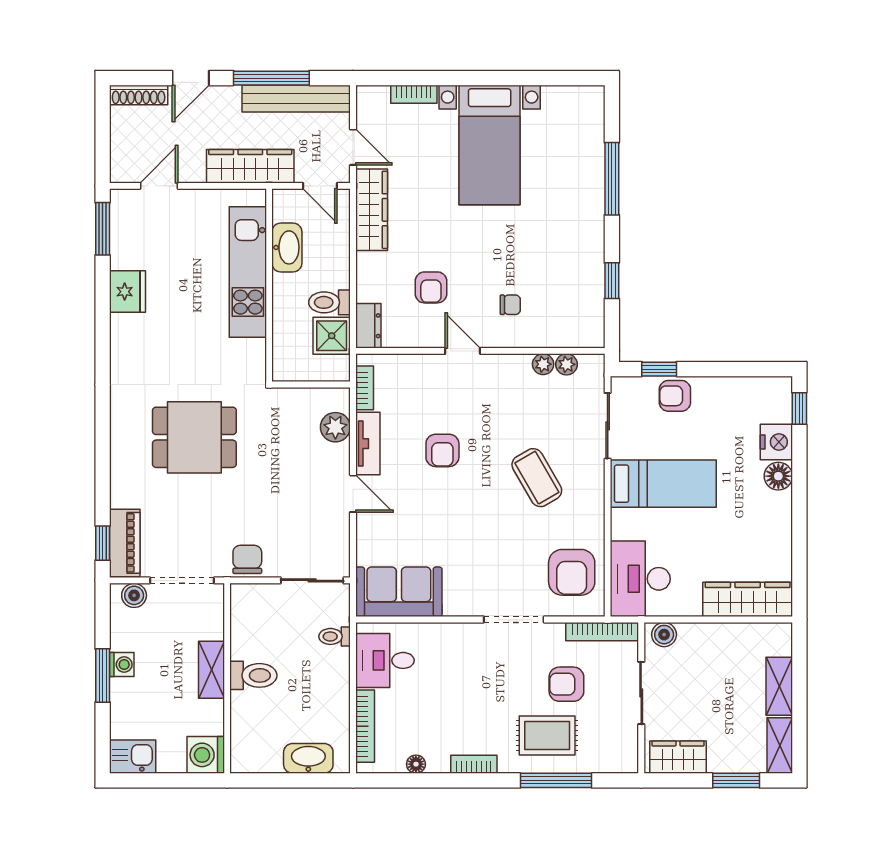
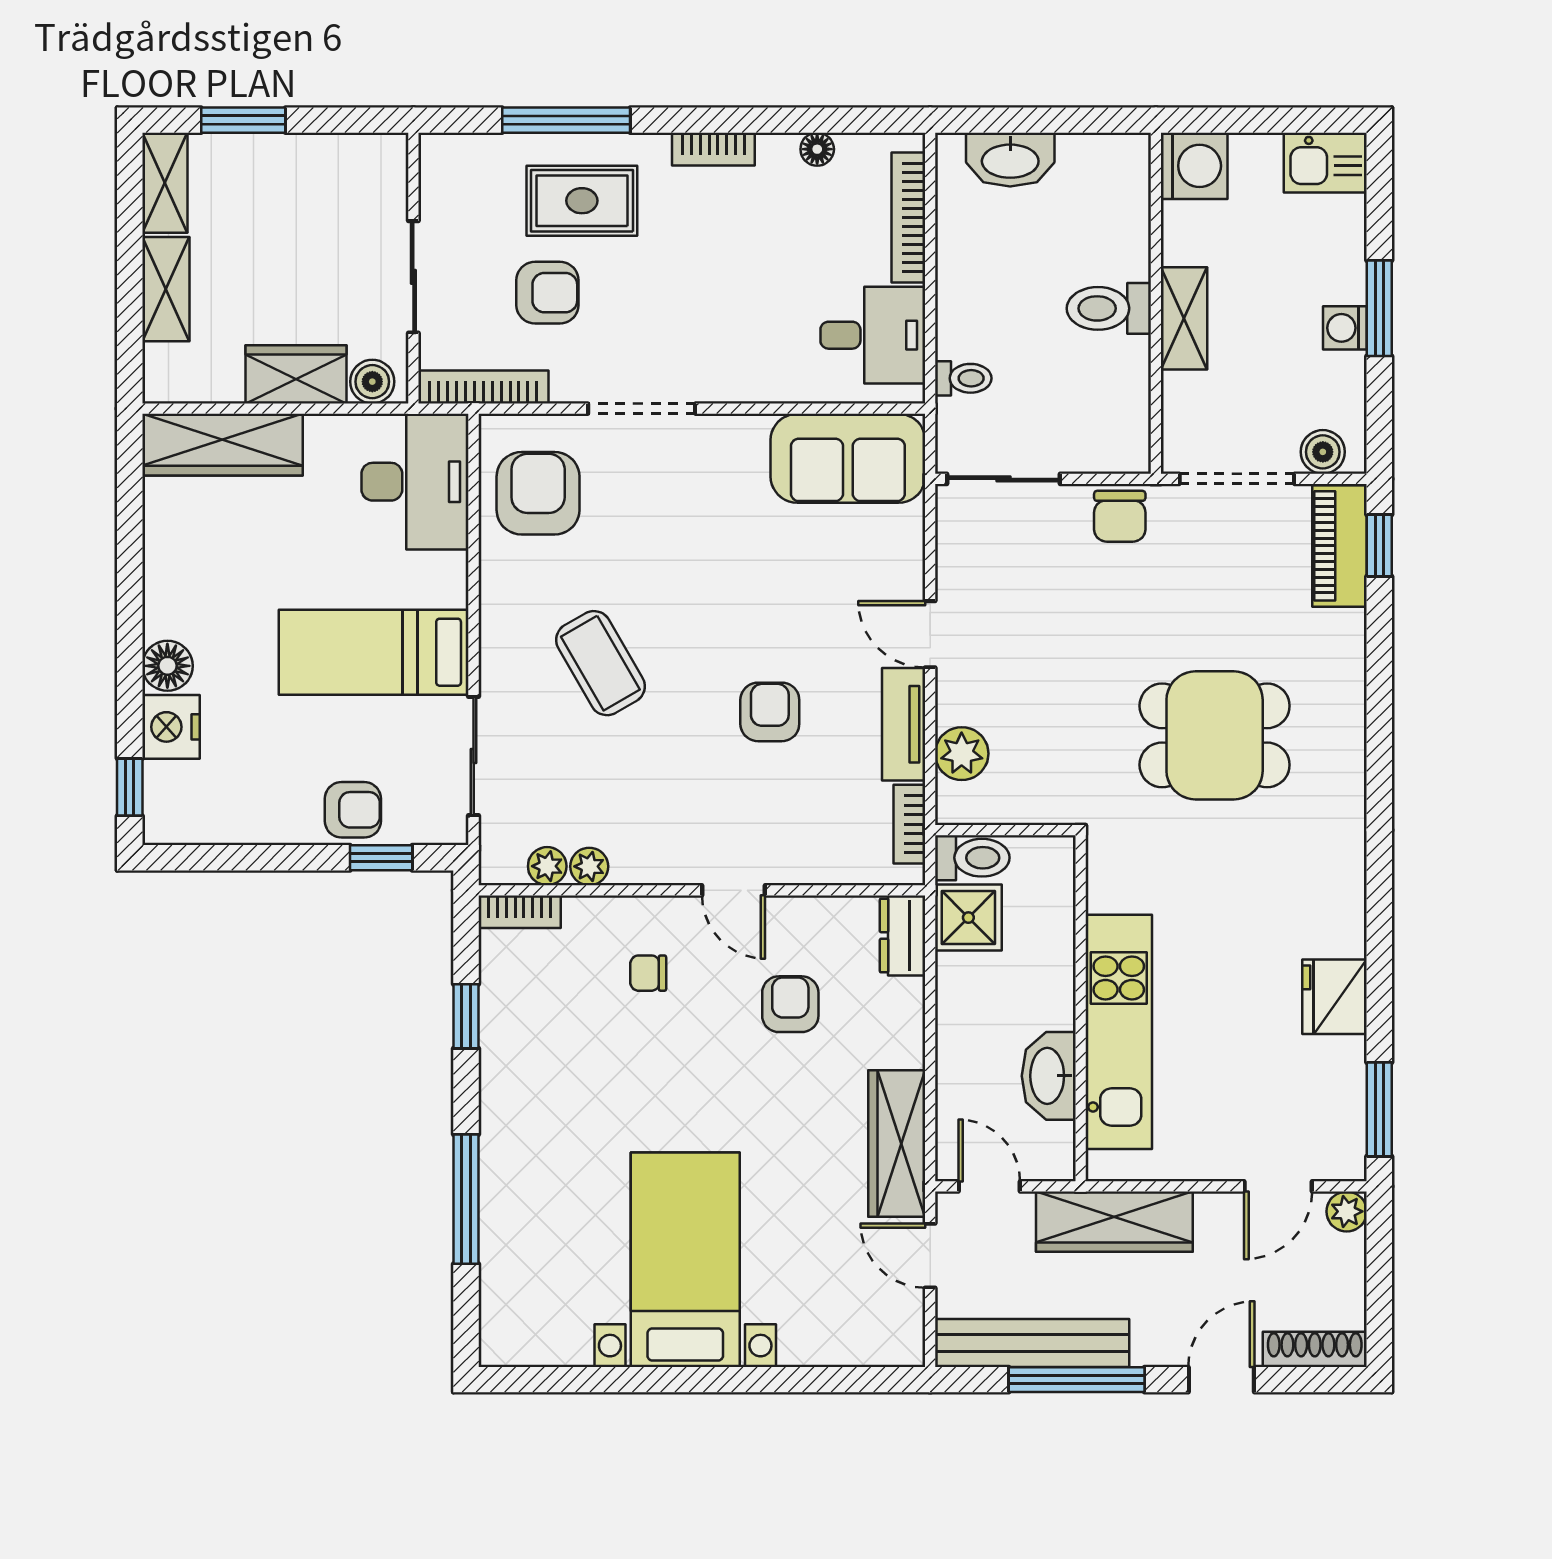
bookcase: (414, 94) -> (520, 912), moved, turned 180
plant: (121, 172) -> (1347, 1211), added
toilet: (329, 302) -> (972, 858), moved
wardrobe: (678, 757) -> (296, 374), moved, turned 180

